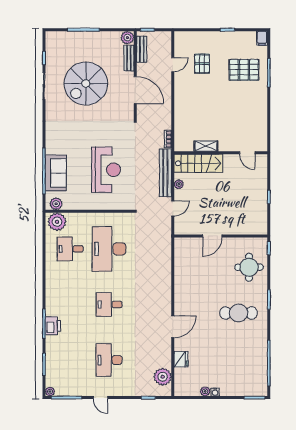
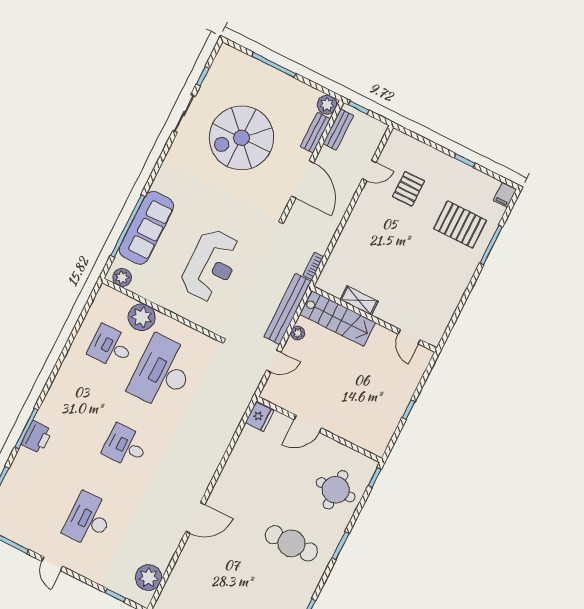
sofa: (56, 173) -> (146, 228), width x1.36
plant: (57, 222) -> (142, 317), moved
fridge: (181, 359) -> (260, 417), moved

